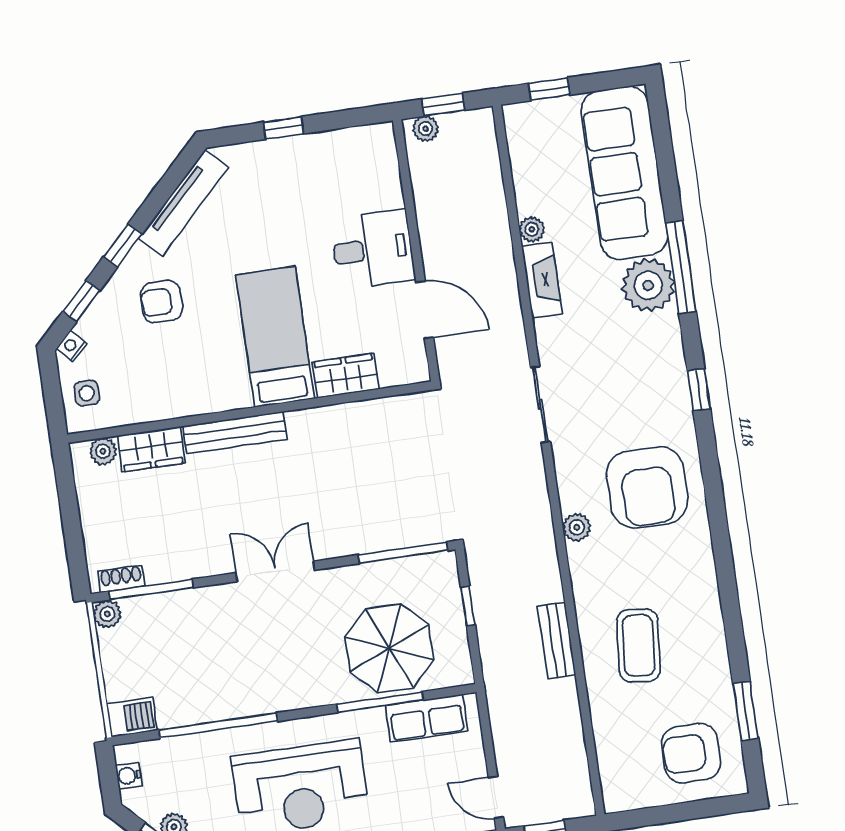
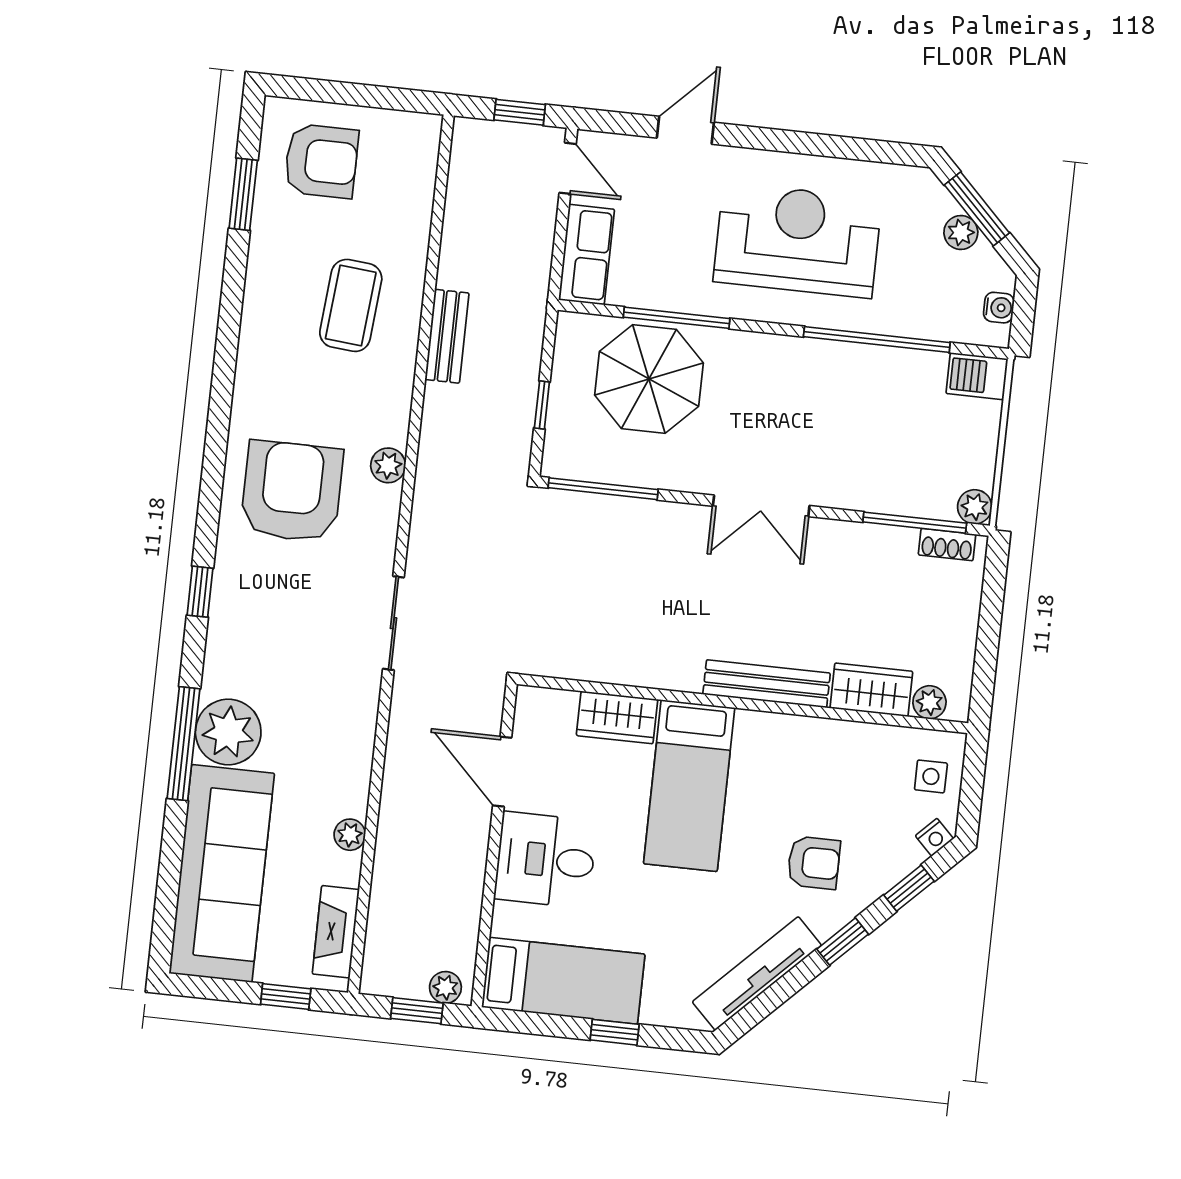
bed: (334, 158) -> (563, 981), added
fireplace: (542, 280) -> (336, 932), moved
row of seats: (427, 718) -> (586, 255), moved, turned 90

